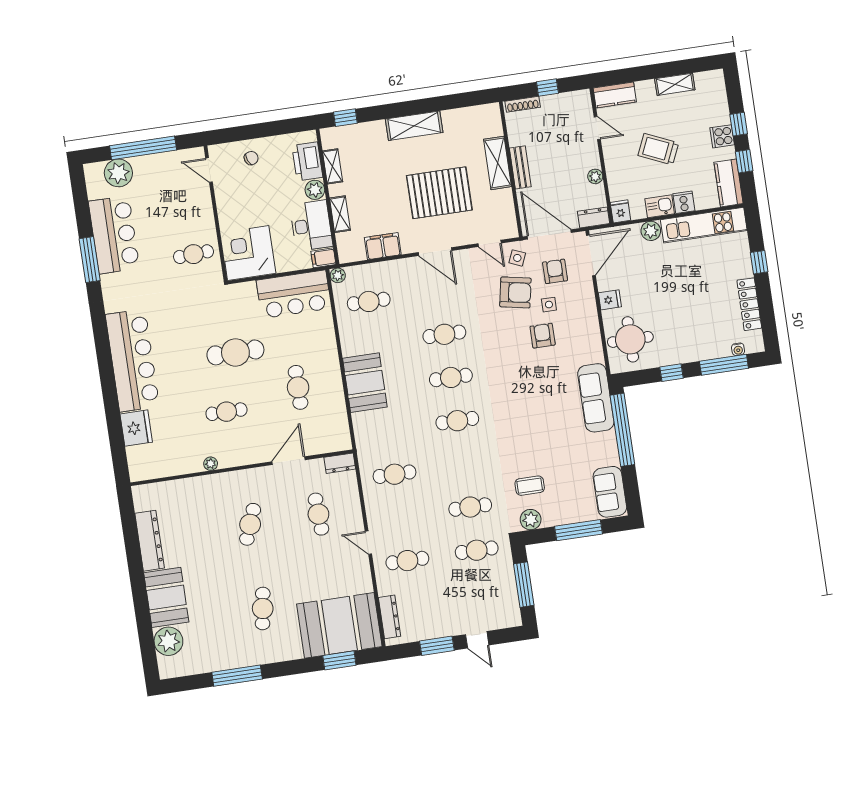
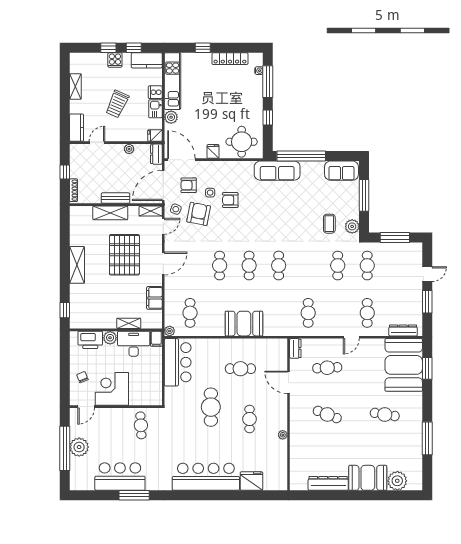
shelving: (332, 166) -> (151, 211), moved
plant: (118, 173) -> (79, 447), moved
corner desk: (248, 253) -> (112, 389), moved, turned 90

